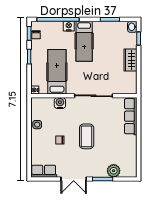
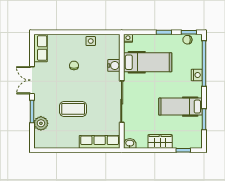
washbasin: (132, 27) -> (130, 143), moved
hospital bed: (84, 41) -> (180, 107), moved
coffee table: (87, 136) -> (73, 109), moved

